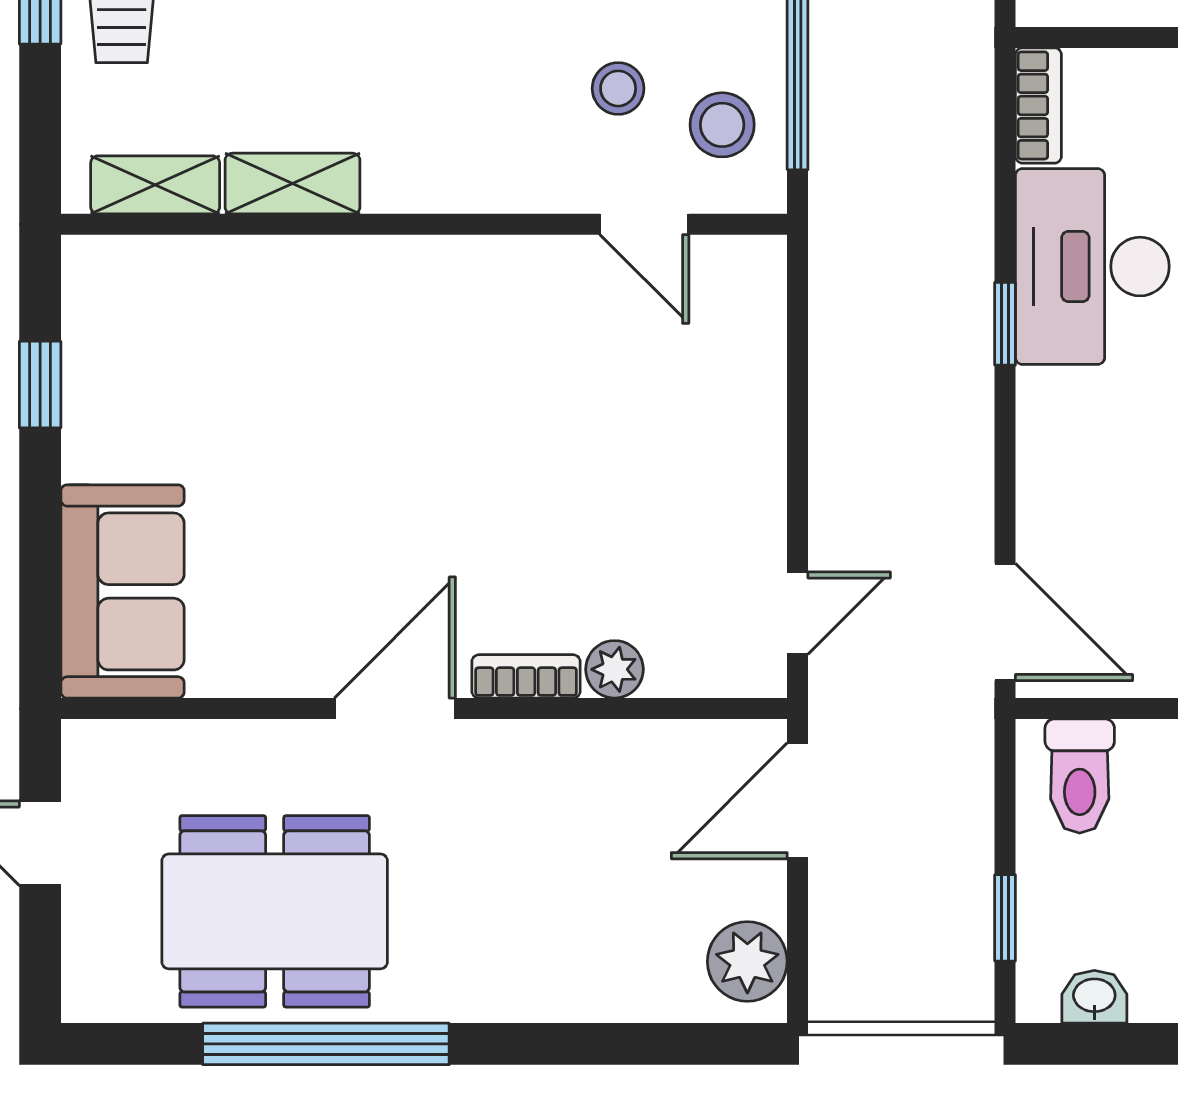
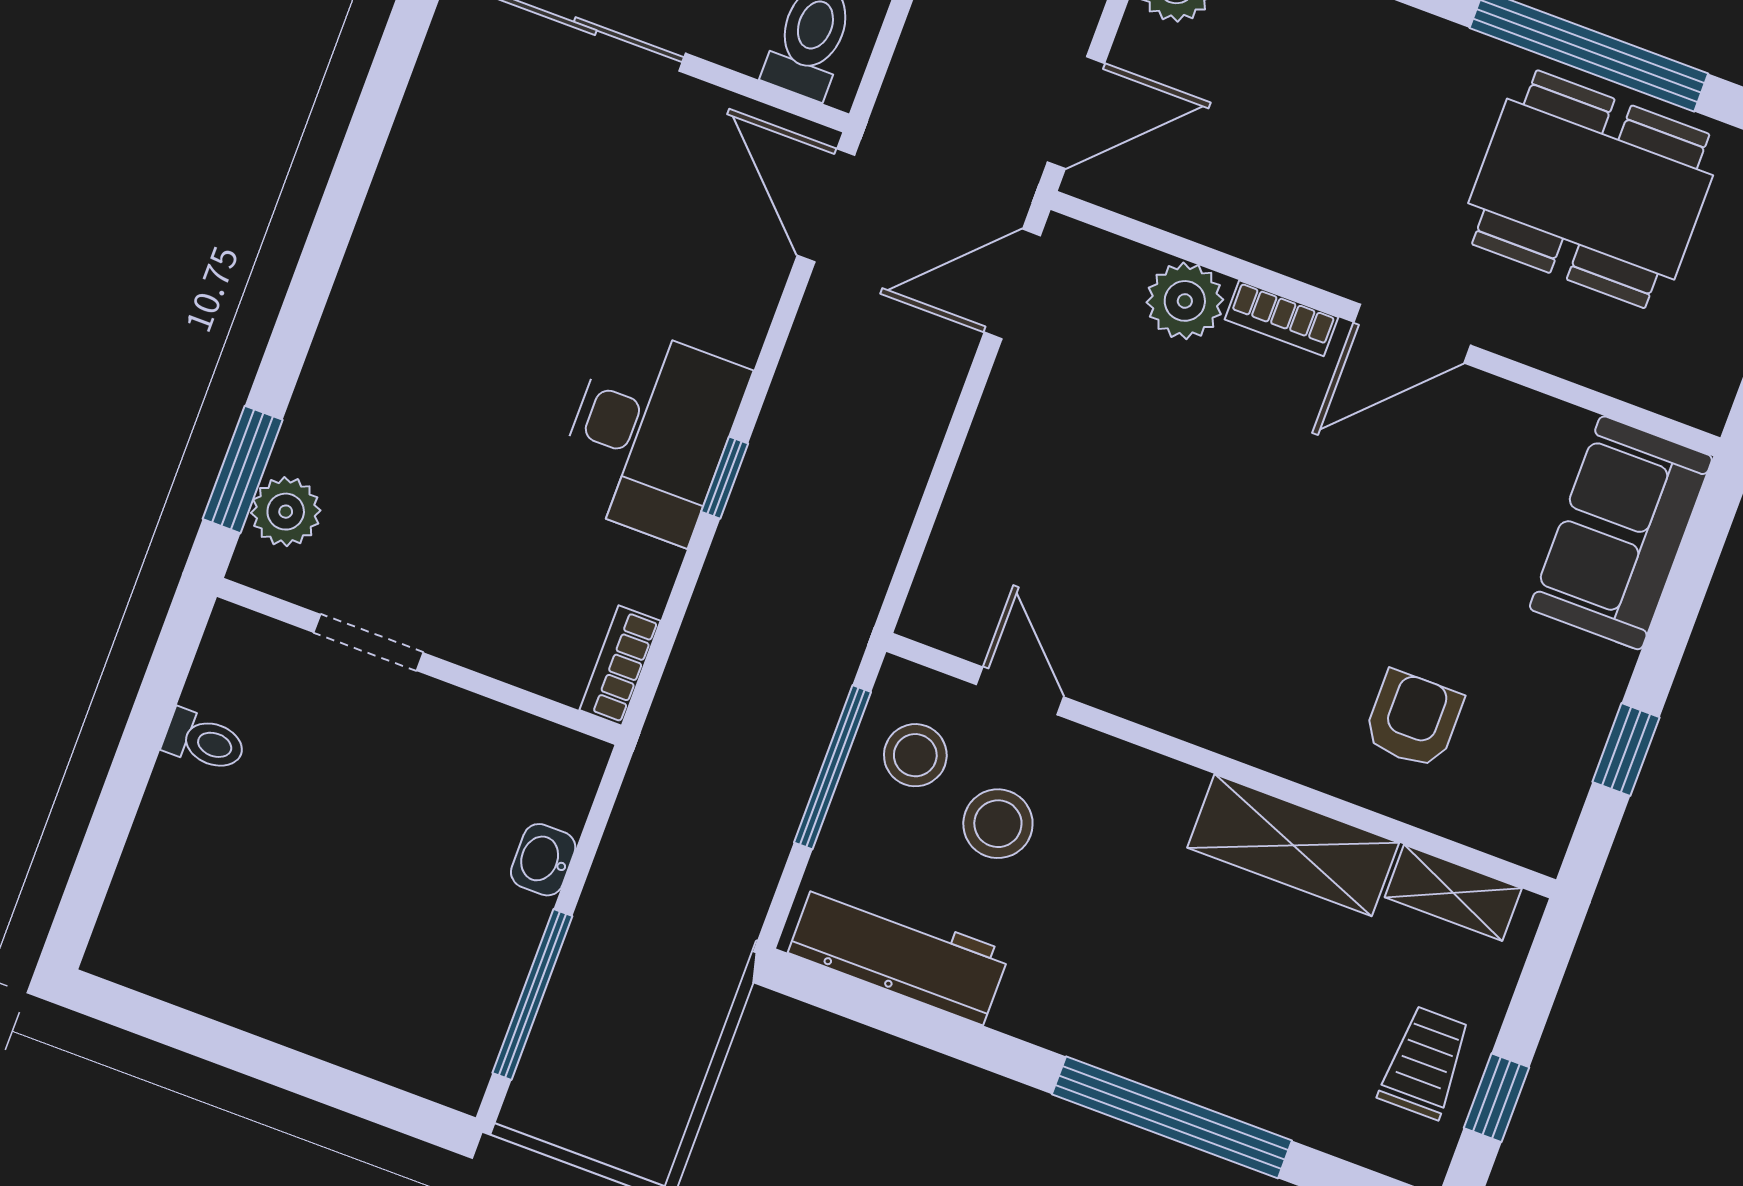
stool: (618, 88) -> (998, 824), width x1.37, depth x1.37
shelving: (293, 184) -> (1293, 845), width x1.50, depth x1.33
desk: (1092, 267) -> (650, 434), moved
armchair: (256, 338) -> (1413, 719), added
door: (798, 613) -> (1012, 284), width x1.37
plant: (615, 669) -> (1185, 301), width x1.38, depth x1.38

